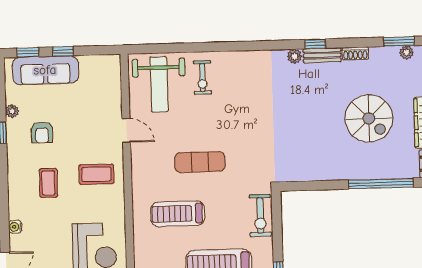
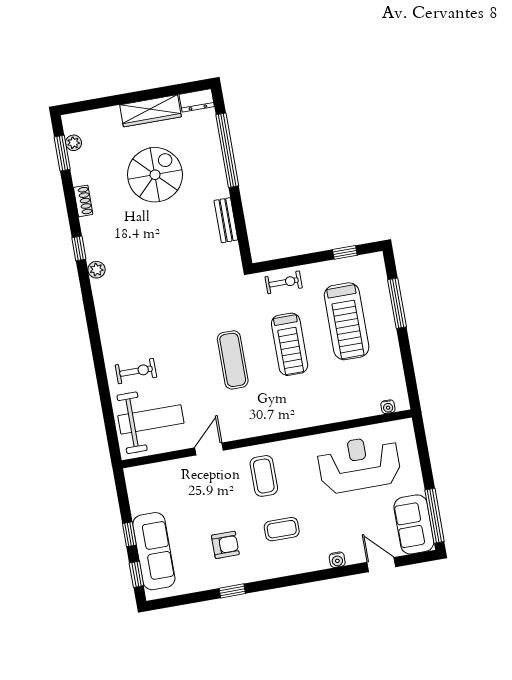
bench: (322, 55) -> (226, 220), moved
plant: (12, 111) -> (206, 583), removed
treadmill: (178, 214) -> (290, 344), moved
exercise bike: (260, 216) -> (284, 282), width x0.73, depth x0.72

